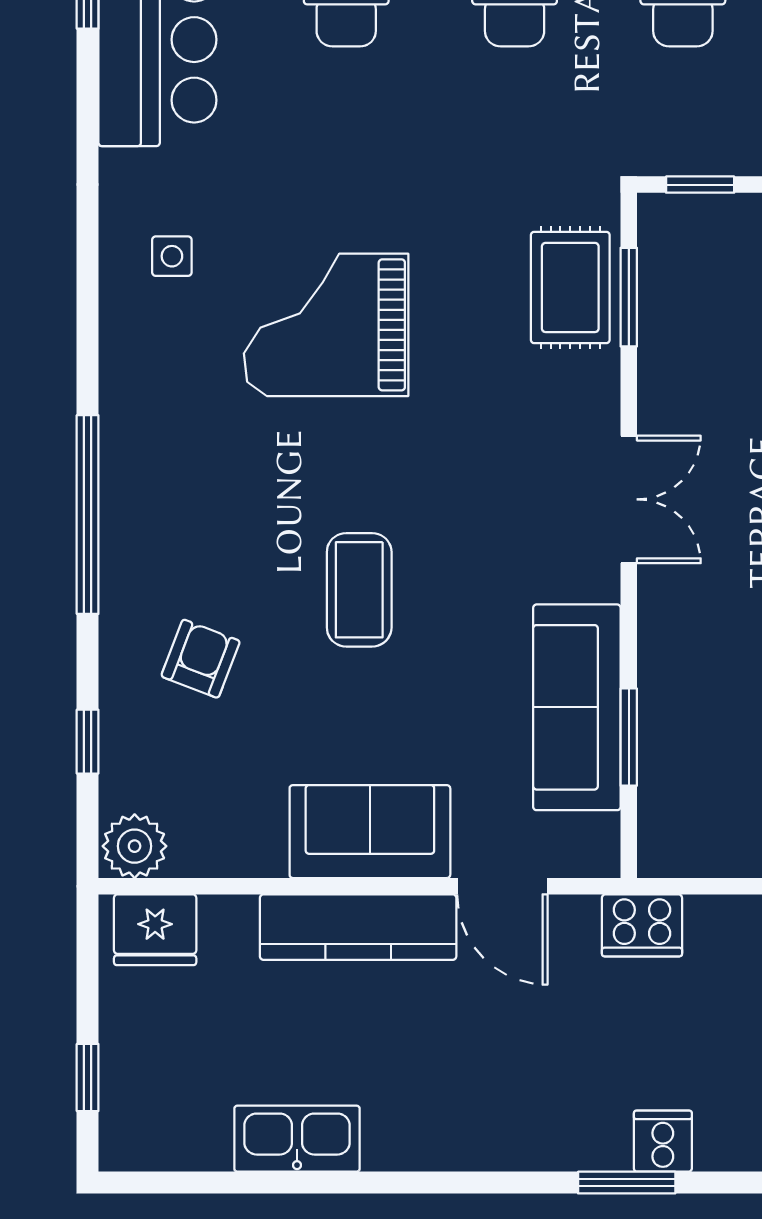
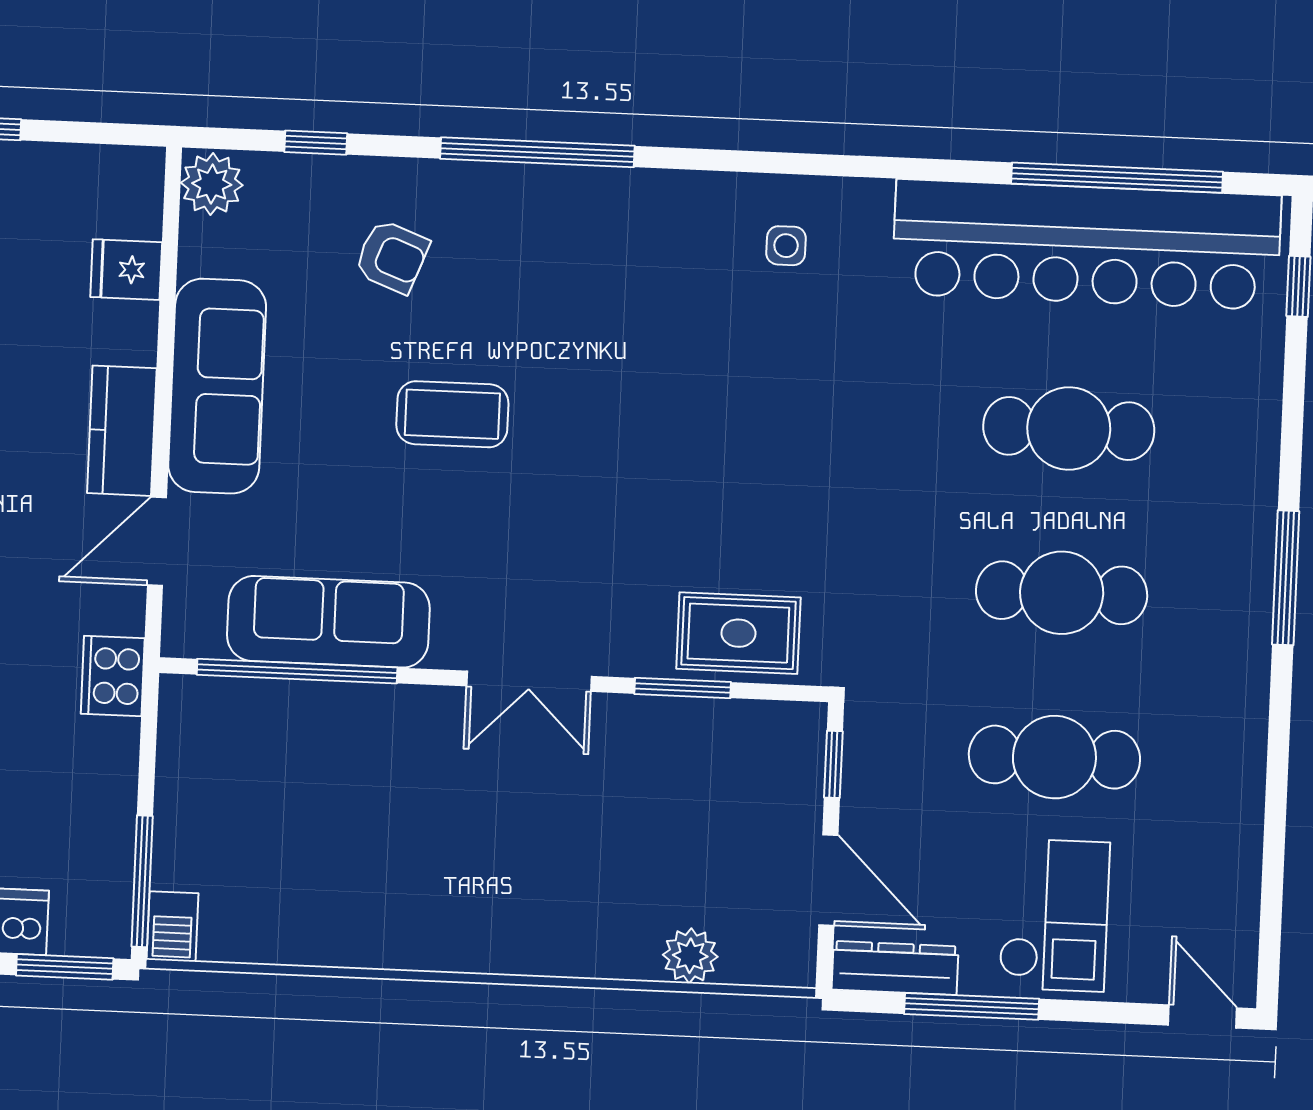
window: (629, 297) -> (683, 688), moved
grand piano: (326, 325) -> (712, 393), removed
window: (629, 737) -> (297, 671), width x2.11
sofa: (370, 832) -> (217, 386), width x1.36
kitchen counter: (358, 927) -> (122, 431), width x0.67
fridge: (155, 930) -> (126, 270), moved, width x0.72

